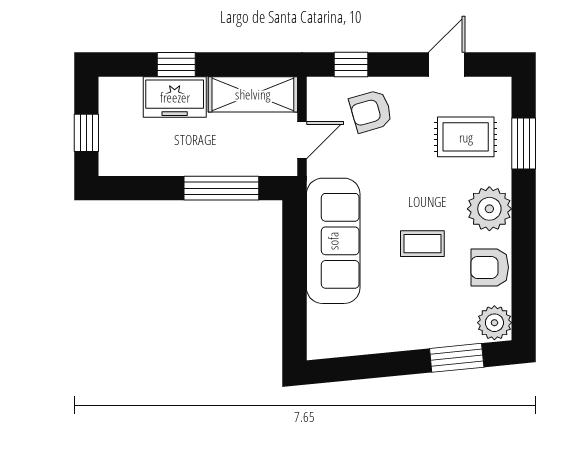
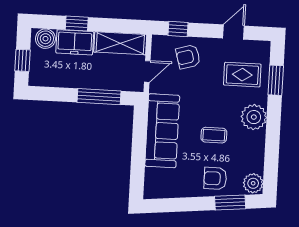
boiler: (124, 93) -> (45, 39), added
armchair: (490, 267) -> (215, 178), moved

